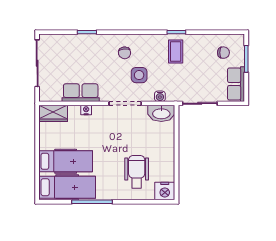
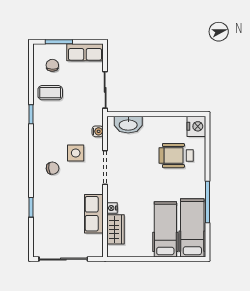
coffee table: (176, 52) -> (50, 93), moved
wardrobe: (53, 113) -> (115, 229), moved
washbasin: (161, 113) -> (128, 125), moved, turned 90

